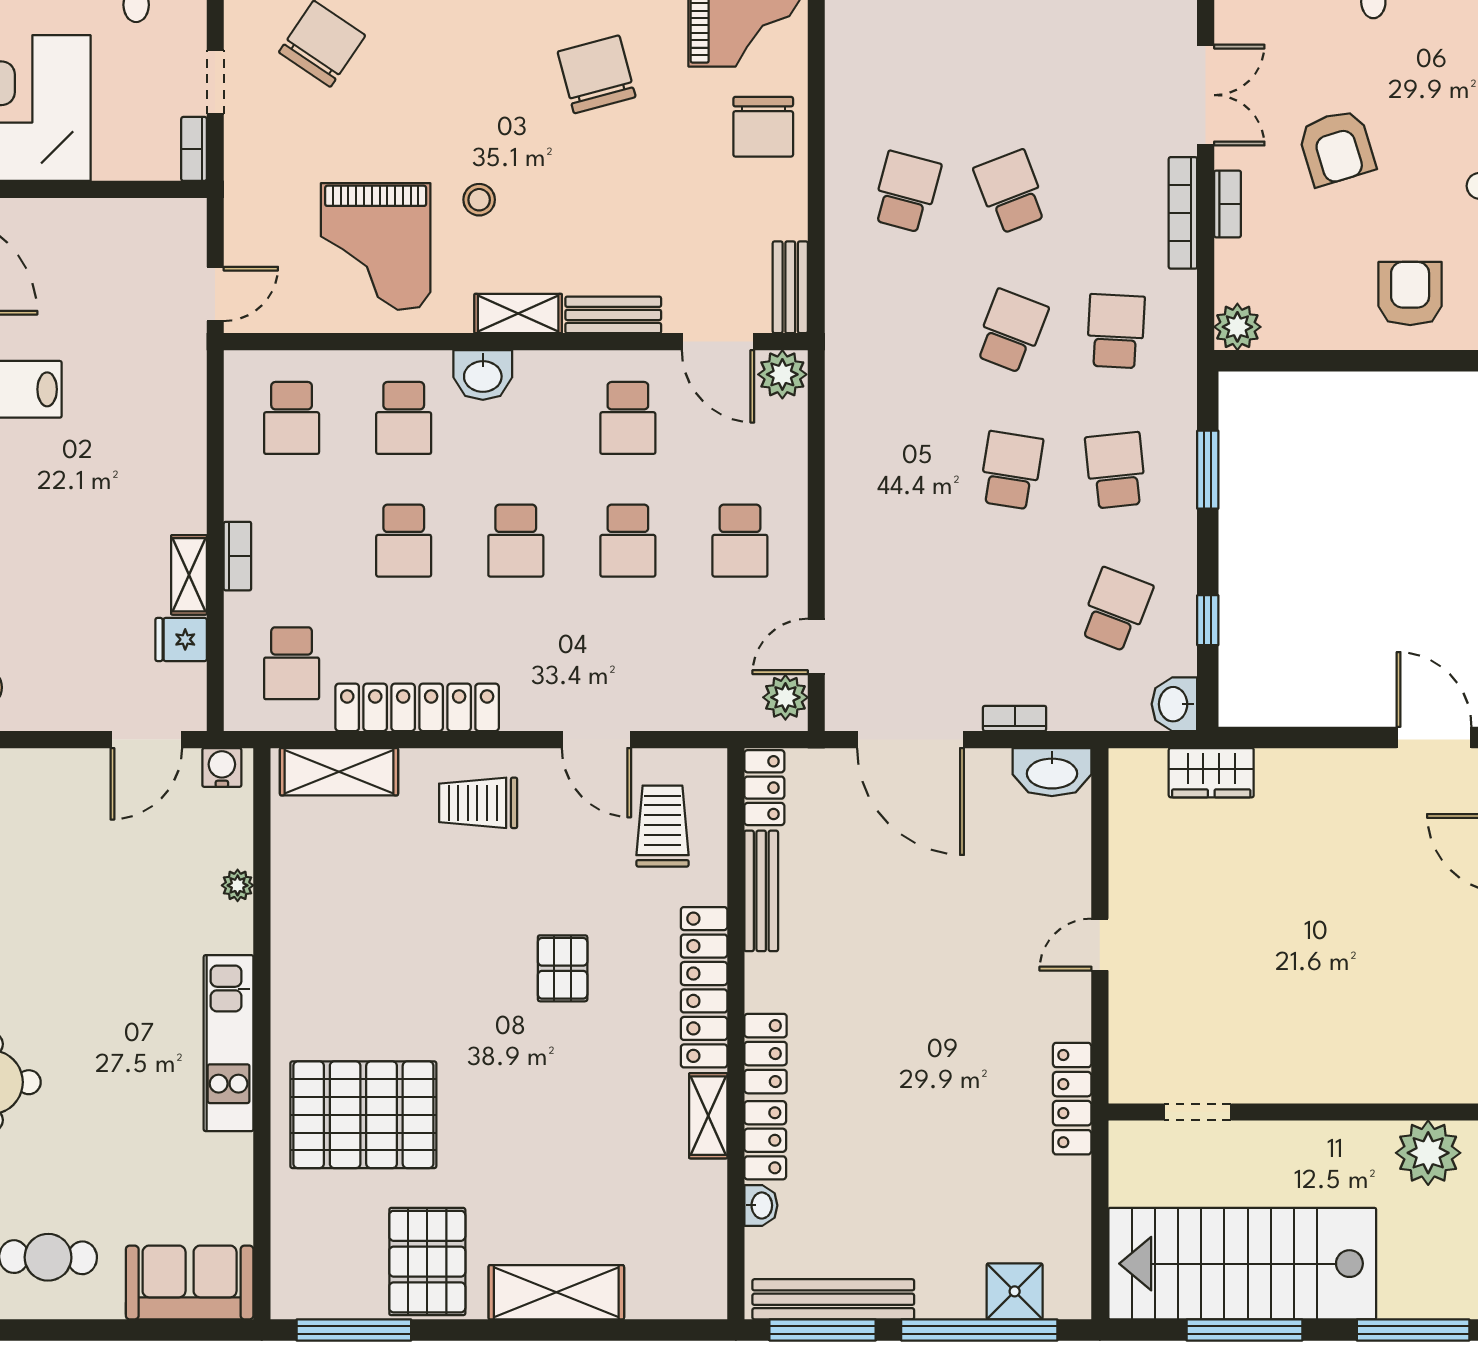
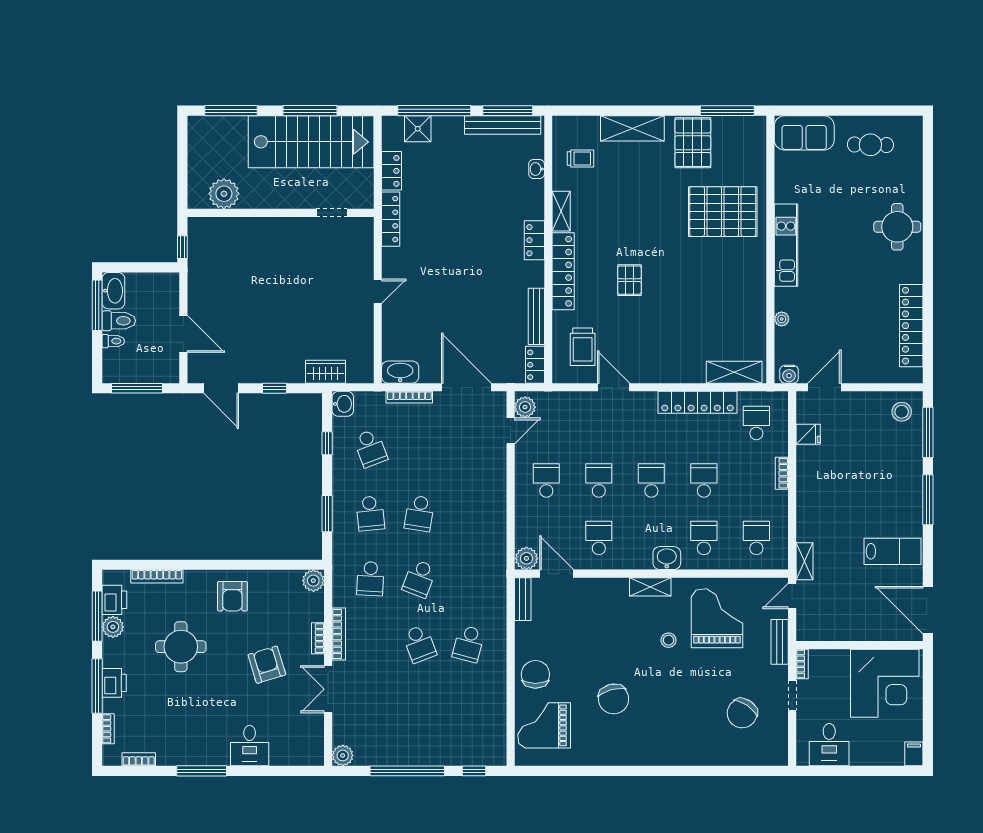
bench: (613, 315) -> (780, 642), moved, turned 90
shelving: (189, 575) -> (804, 561), moved
school desk: (1116, 610) -> (370, 448), turned -42
bookcase: (1015, 718) -> (409, 397), width x1.56
window: (1320, 737) -> (275, 388), added
trolley: (478, 803) -> (580, 158), moved, width x0.73, depth x0.72
locker: (765, 1140) -> (391, 171), moved, turned 180

